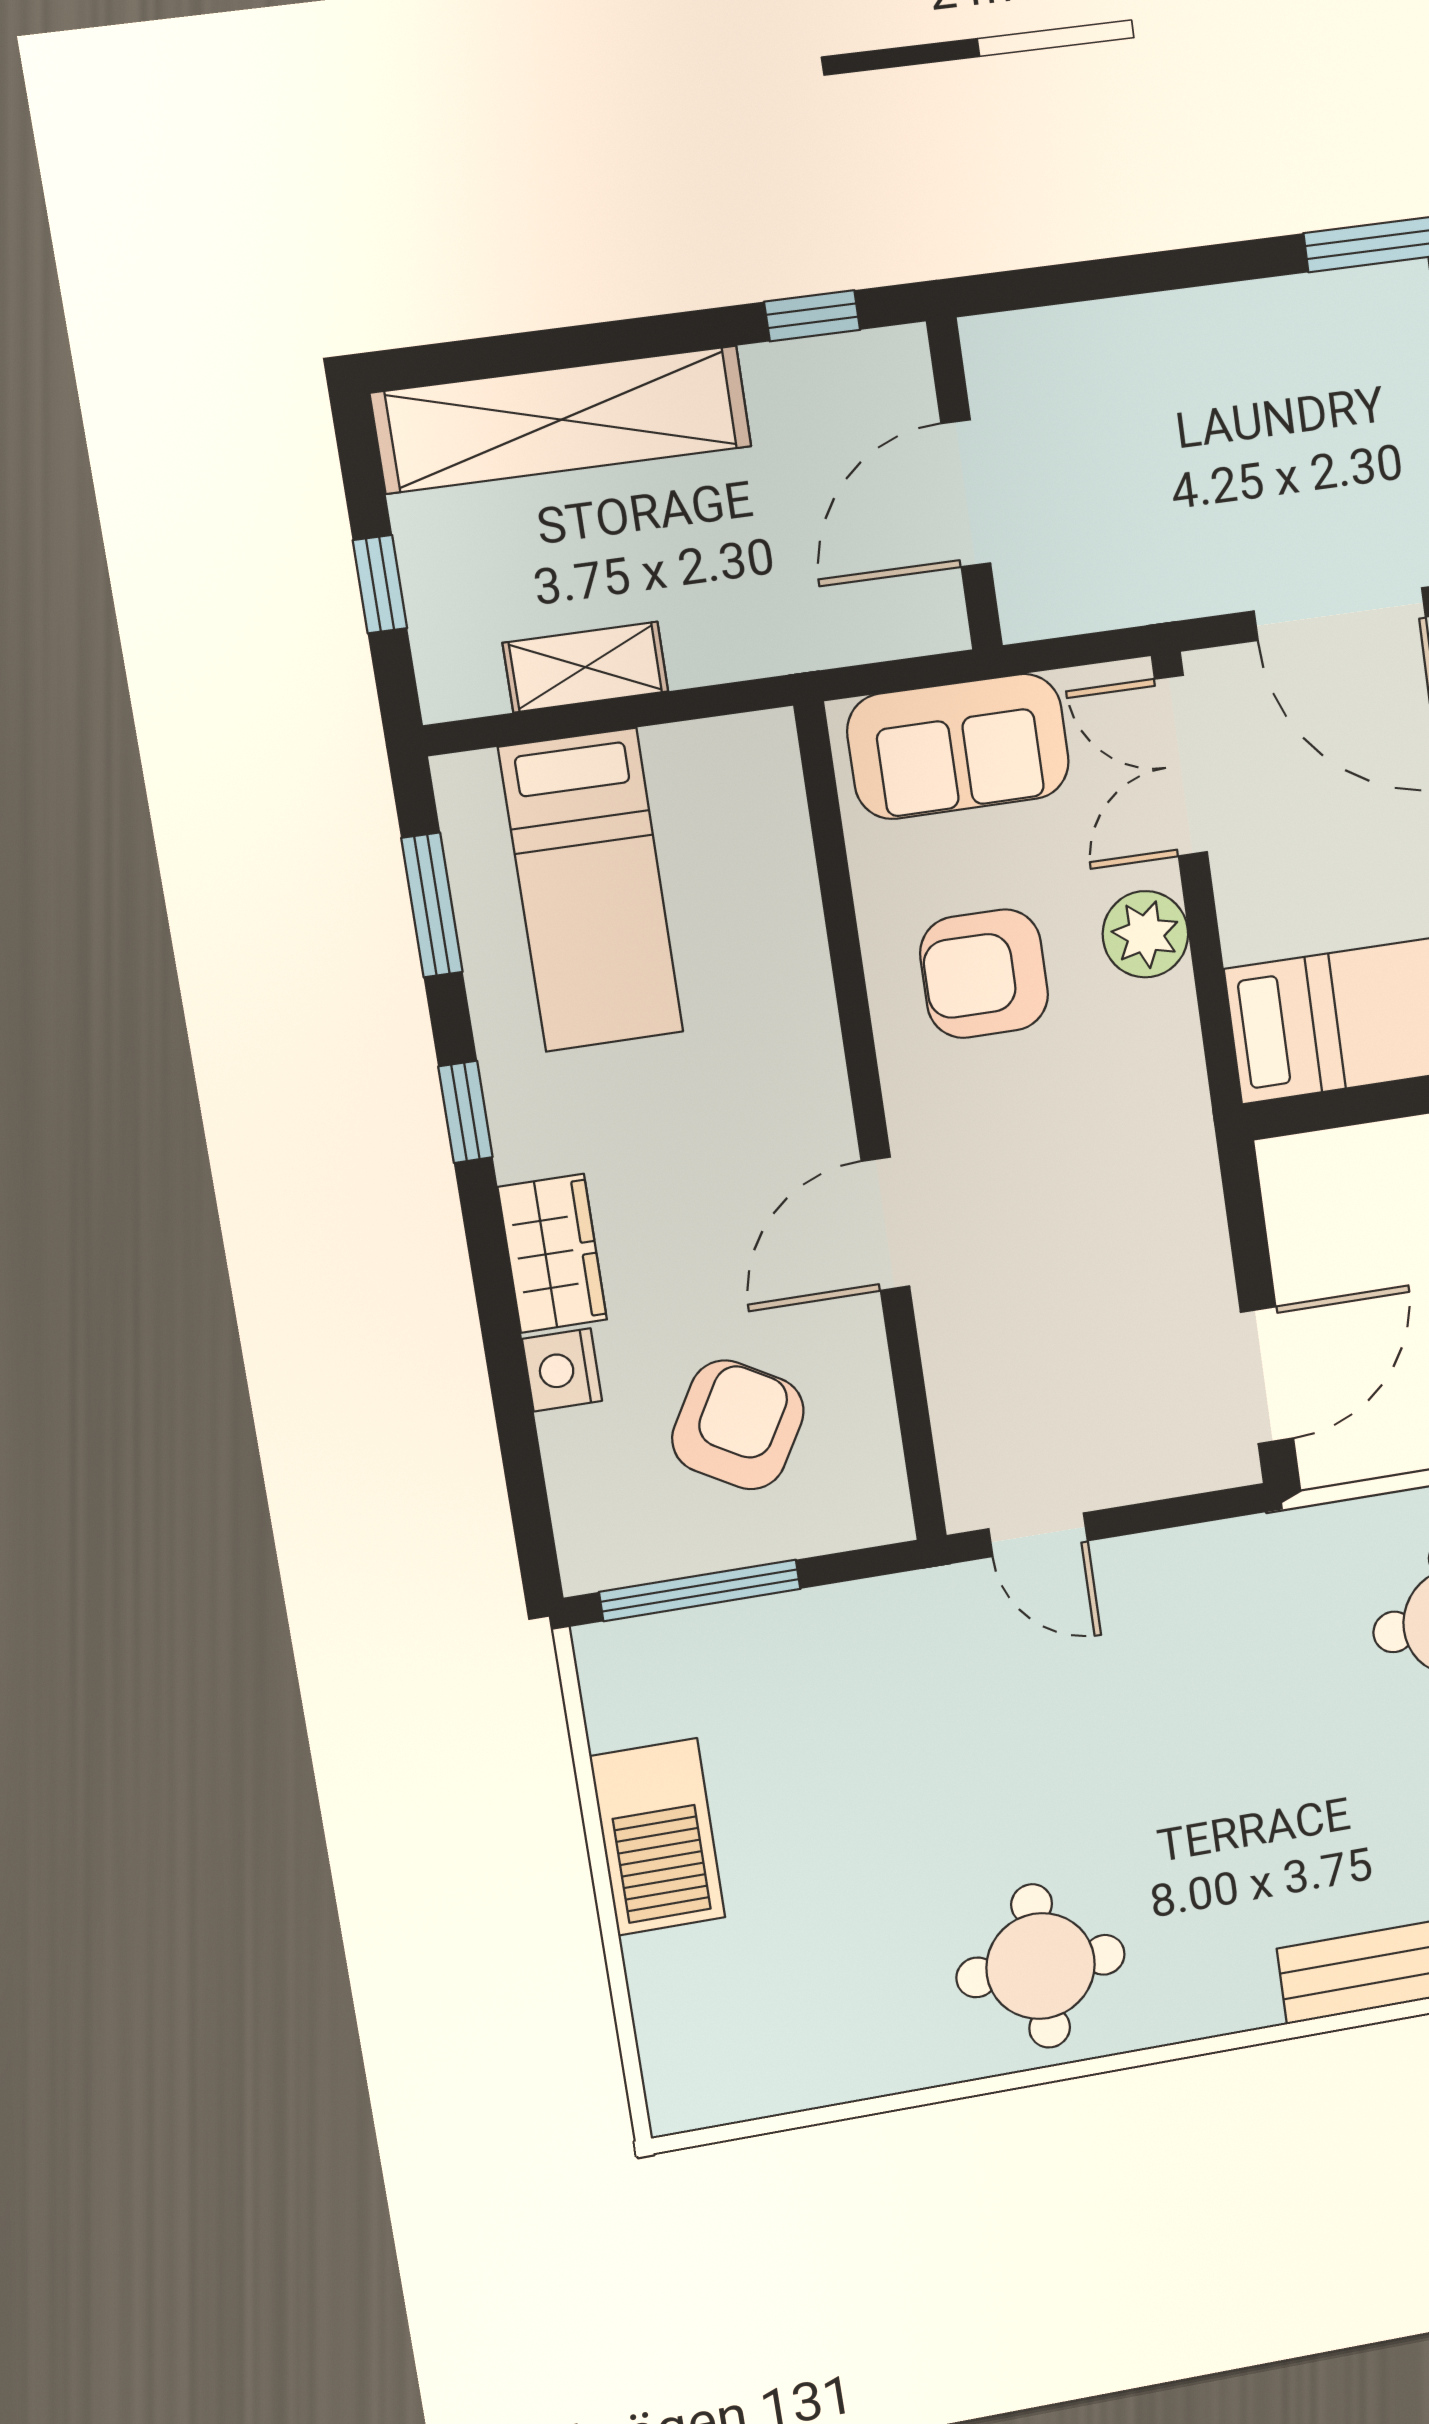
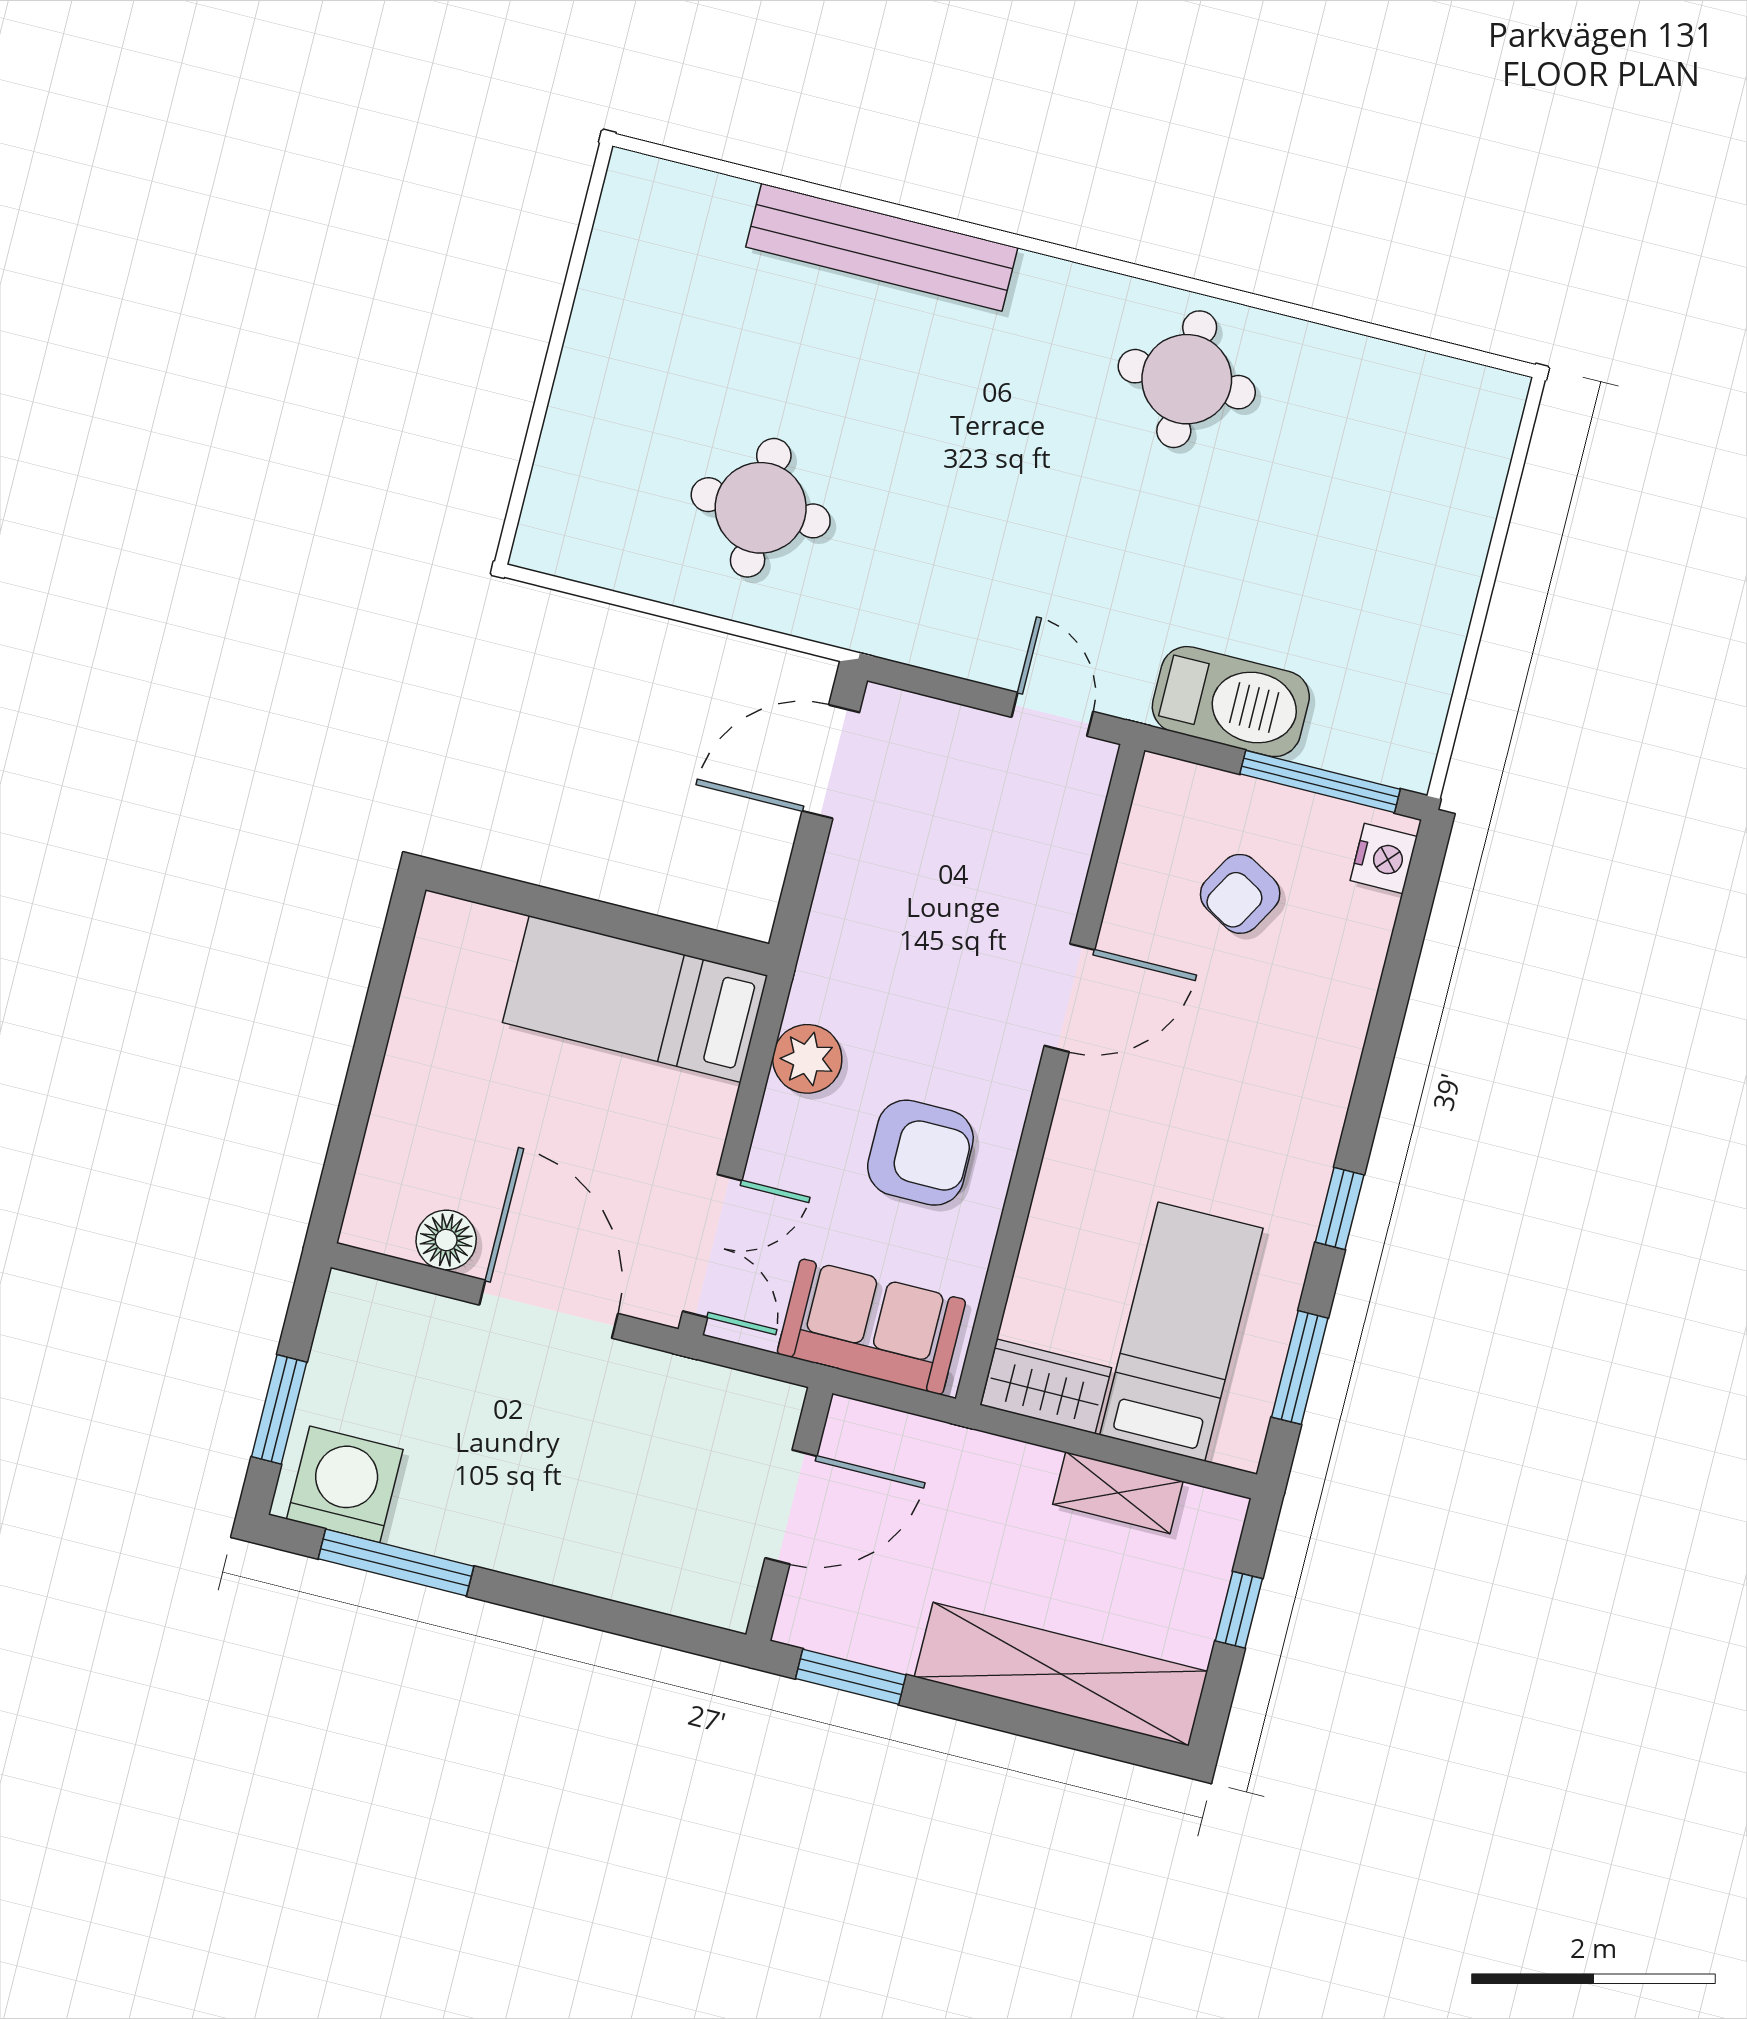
window: (812, 316) -> (851, 1677), width x1.50
plant: (1145, 934) -> (807, 1059), moved
wardrobe: (552, 1253) -> (1046, 1386), moved, turned 90
nightstand: (562, 1370) -> (1384, 859), moved
armchair: (738, 1425) -> (1240, 894), width x0.72, depth x0.72
barbecue: (658, 1837) -> (1231, 702), moved, turned 90

